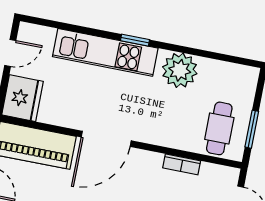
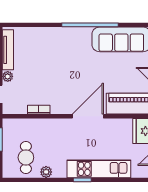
plant: (180, 70) -> (46, 172), width x0.53, depth x0.53
cafe table: (219, 128) -> (26, 157), moved

